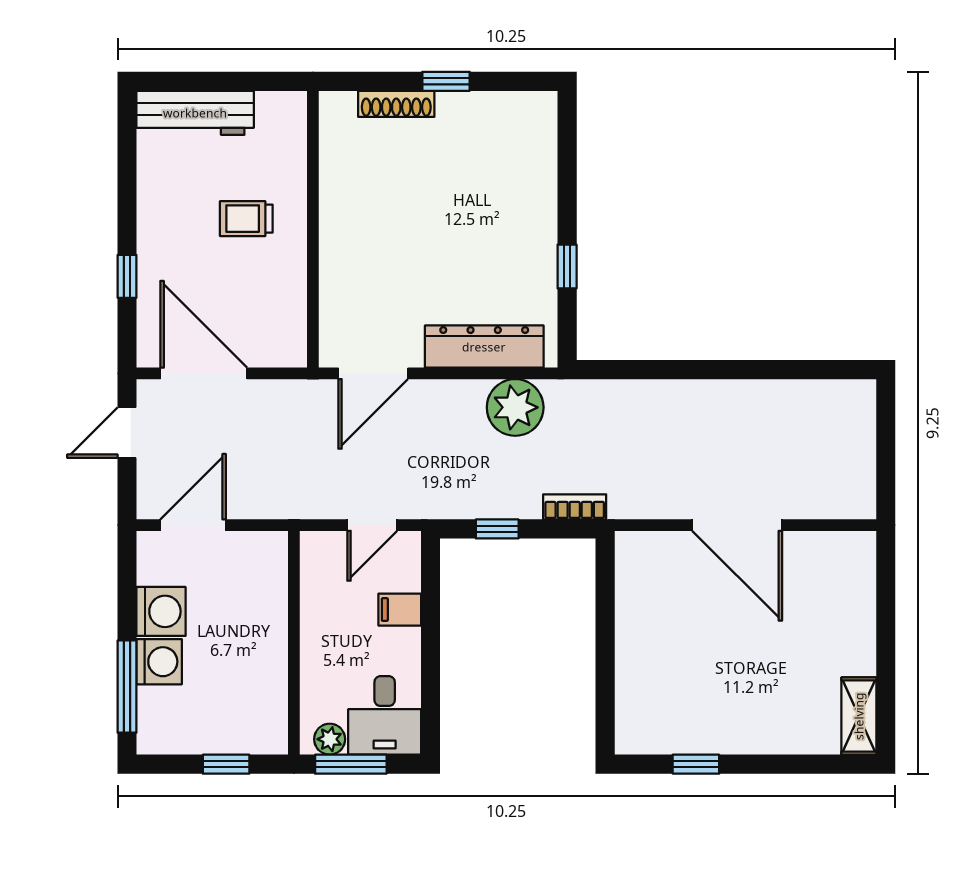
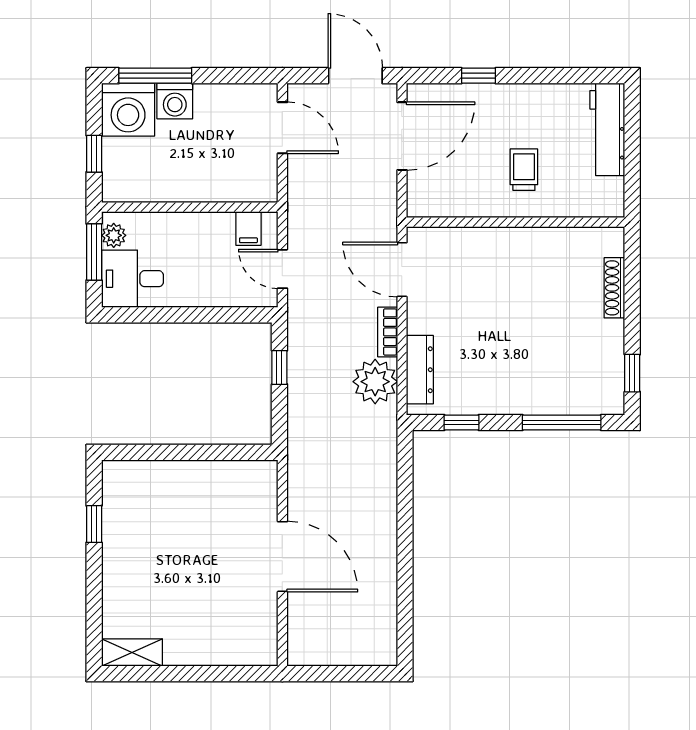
window: (446, 81) -> (632, 373), moved
window: (567, 171) -> (562, 422), added
window: (567, 266) -> (461, 422), moved
dresser: (484, 347) -> (420, 370), width x0.73, depth x0.80
door: (127, 433) -> (355, 76), width x1.38
bookcase: (575, 507) -> (388, 332), moved, turned 180
door: (737, 525) -> (282, 557), swing flipped
filing cabinet: (400, 610) -> (248, 229), moved, turned 180
washing machine: (161, 611) -> (128, 110), moved, width x1.37, depth x1.37

